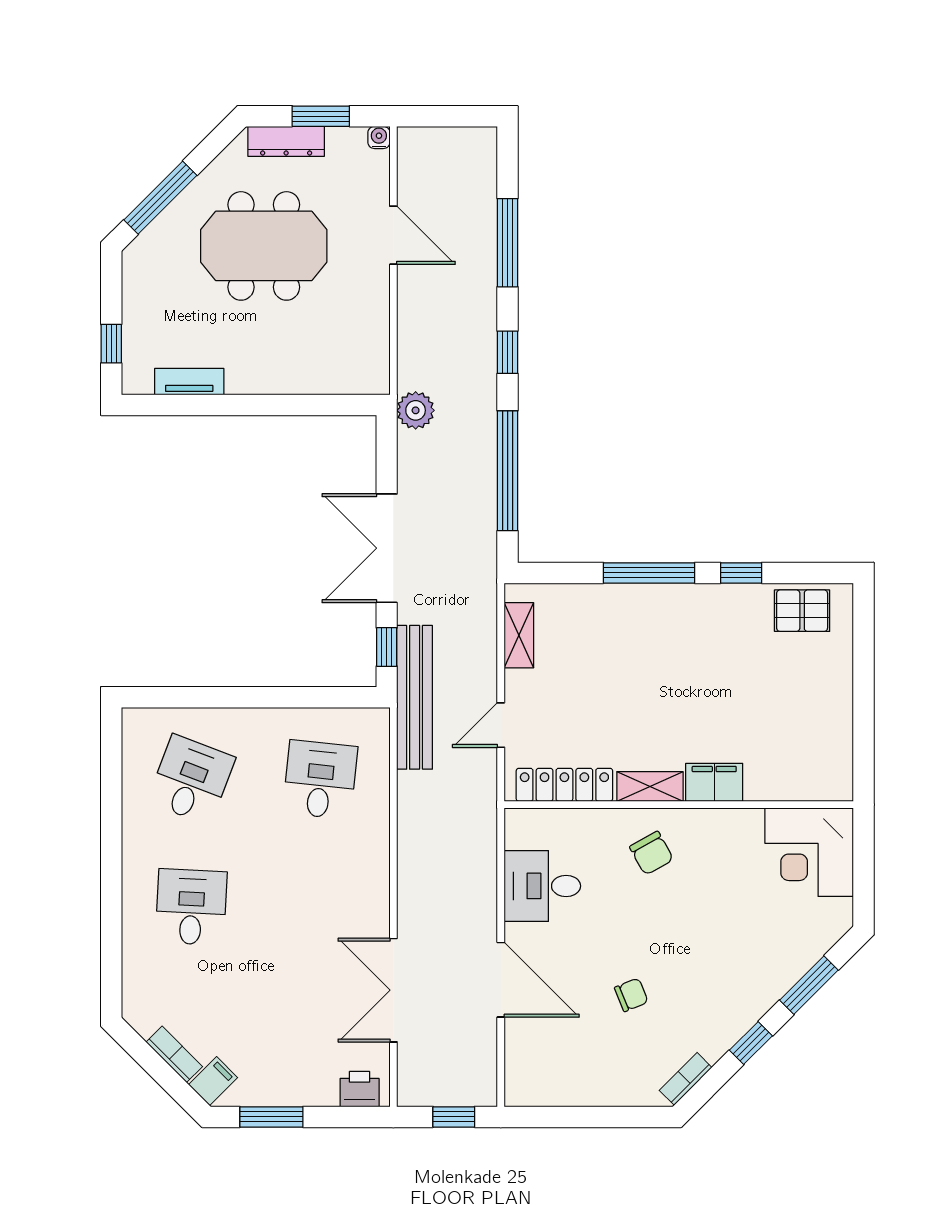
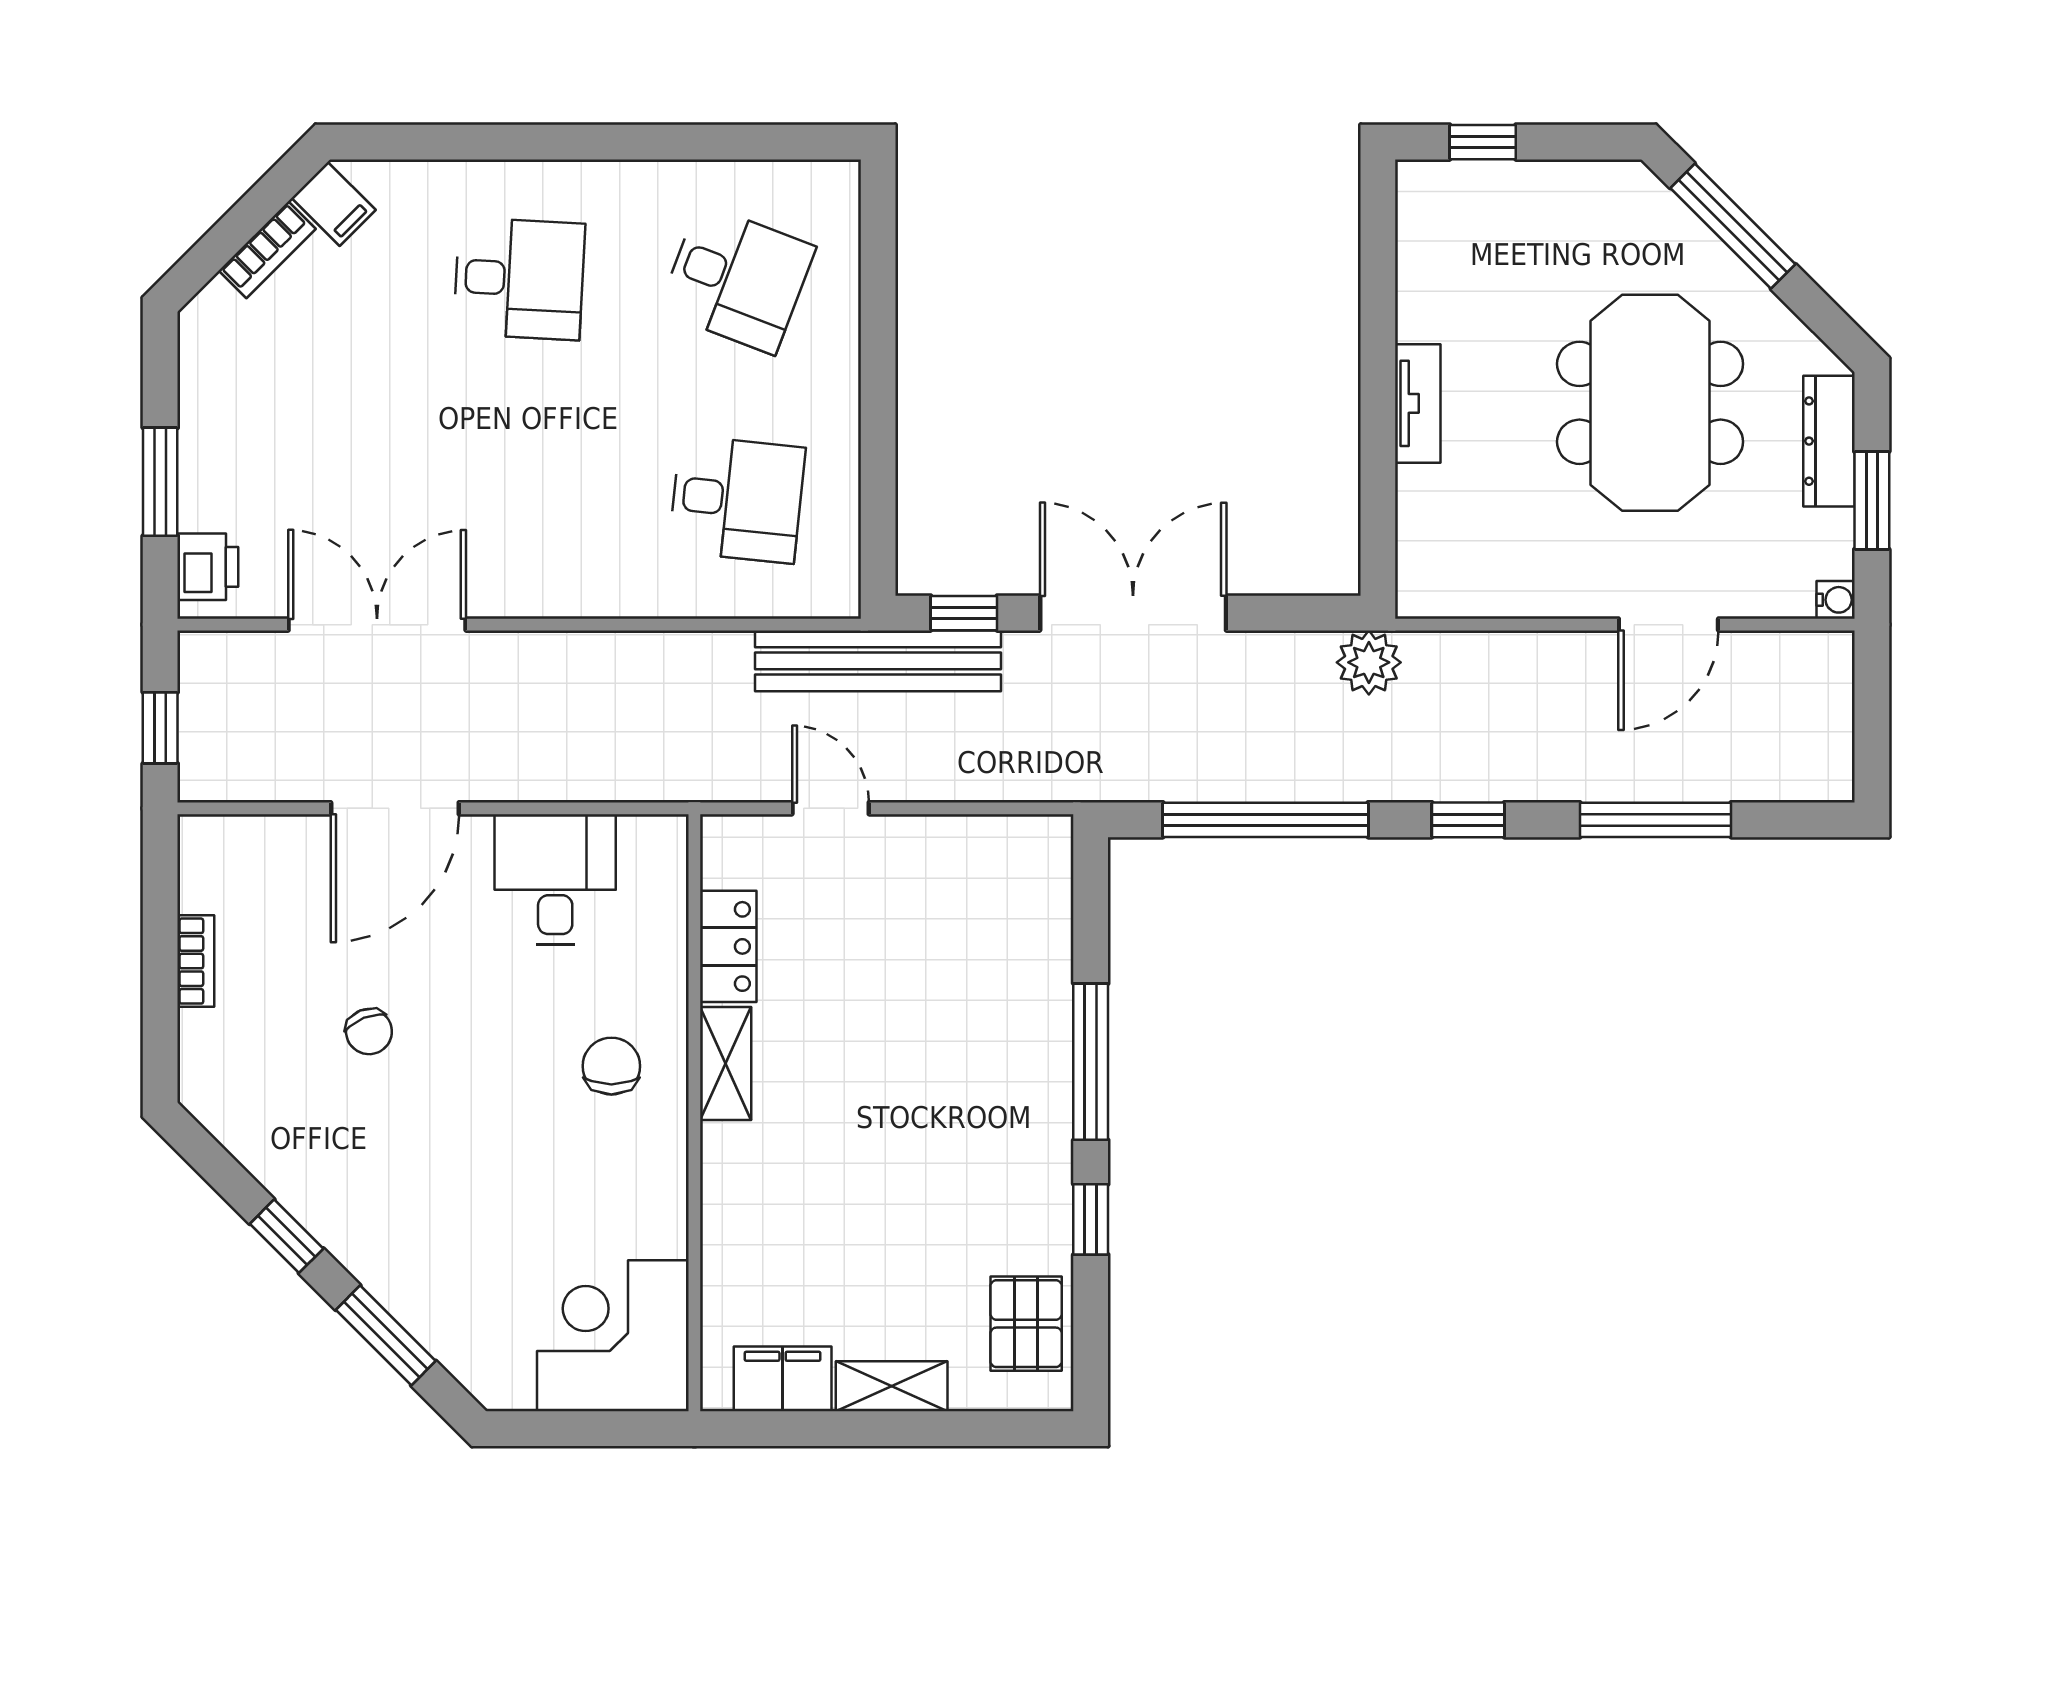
tv unit: (189, 382) -> (1418, 403), moved
shelving: (519, 635) -> (892, 1386), moved
filing cabinet: (714, 782) -> (783, 1379), moved, turned -90
locker: (564, 785) -> (728, 946), width x0.66
chair: (651, 853) -> (611, 1066), turned 119
bookcase: (686, 1079) -> (196, 961), moved, turned 45
filing cabinet: (213, 1081) -> (334, 204), moved
window: (271, 1117) -> (160, 482), moved

